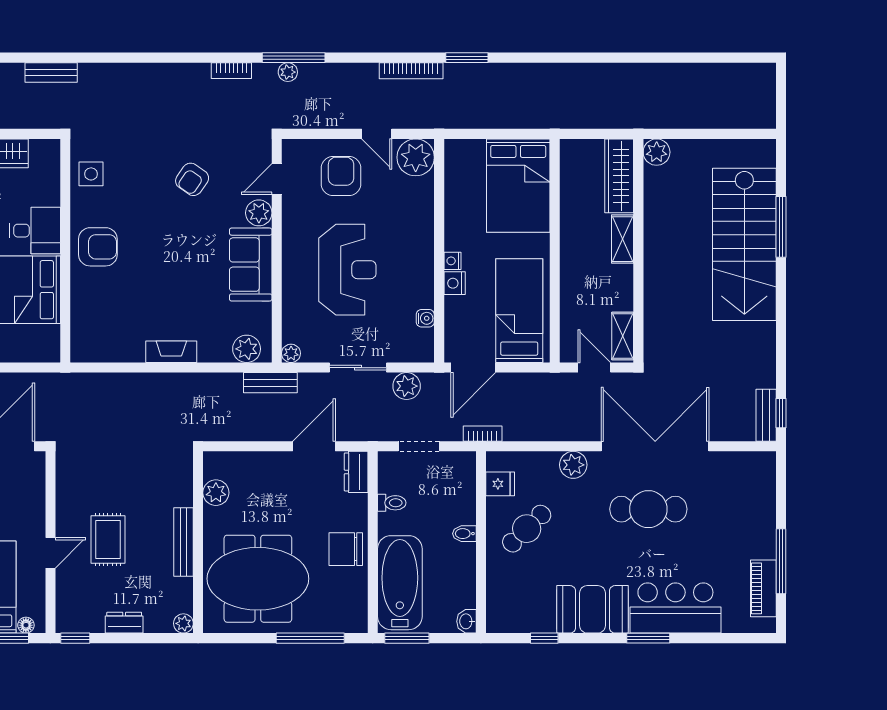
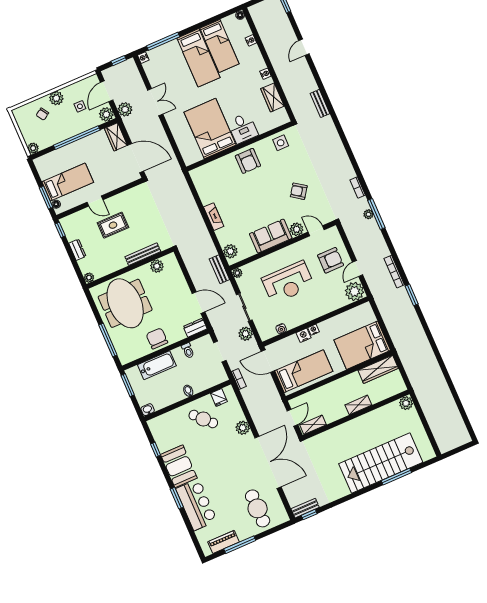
wardrobe: (619, 176) -> (378, 369), moved, turned 180
cafe table: (648, 509) -> (258, 508), moved
bench: (184, 542) -> (143, 254), moved
bathtub: (400, 583) -> (157, 365), width x0.73, depth x0.73

